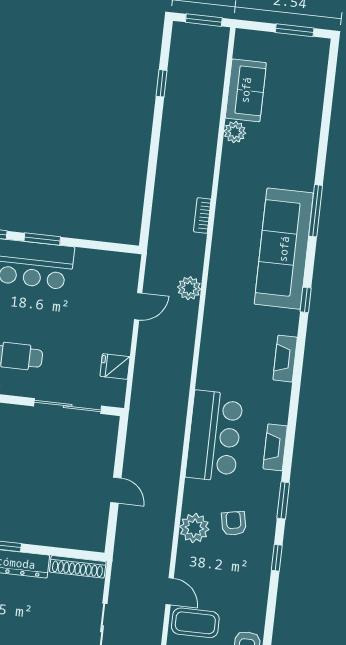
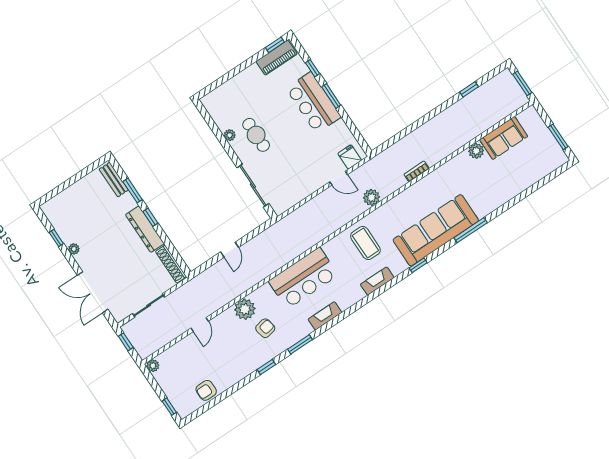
fridge: (115, 367) -> (350, 157), moved
coffee table: (195, 623) -> (365, 243), moved

